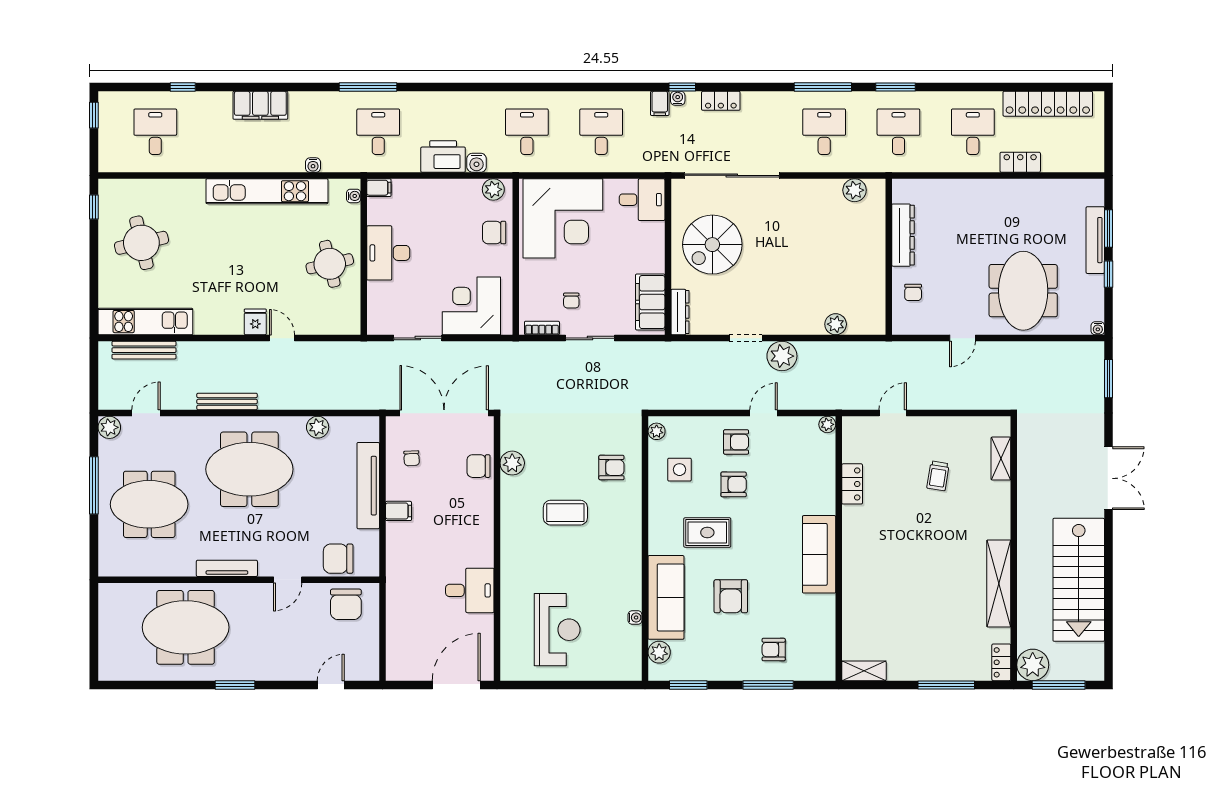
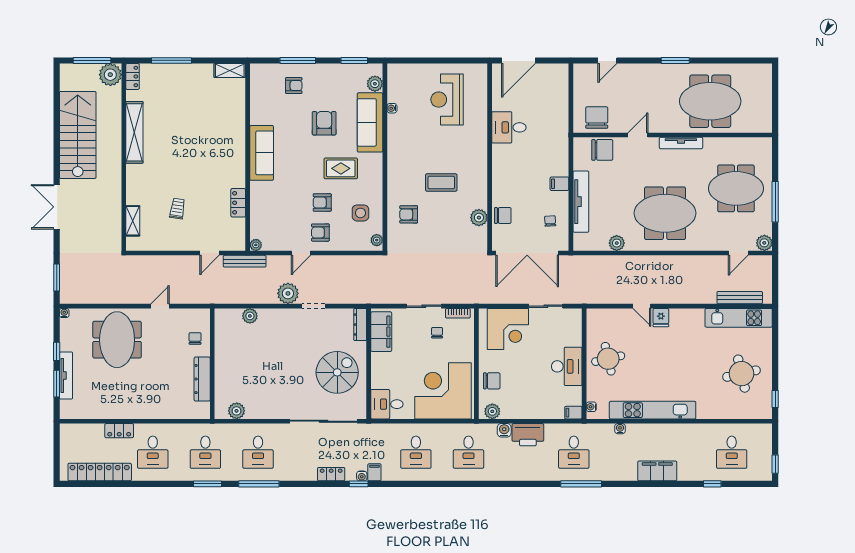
bench: (227, 401) -> (245, 261), moved

